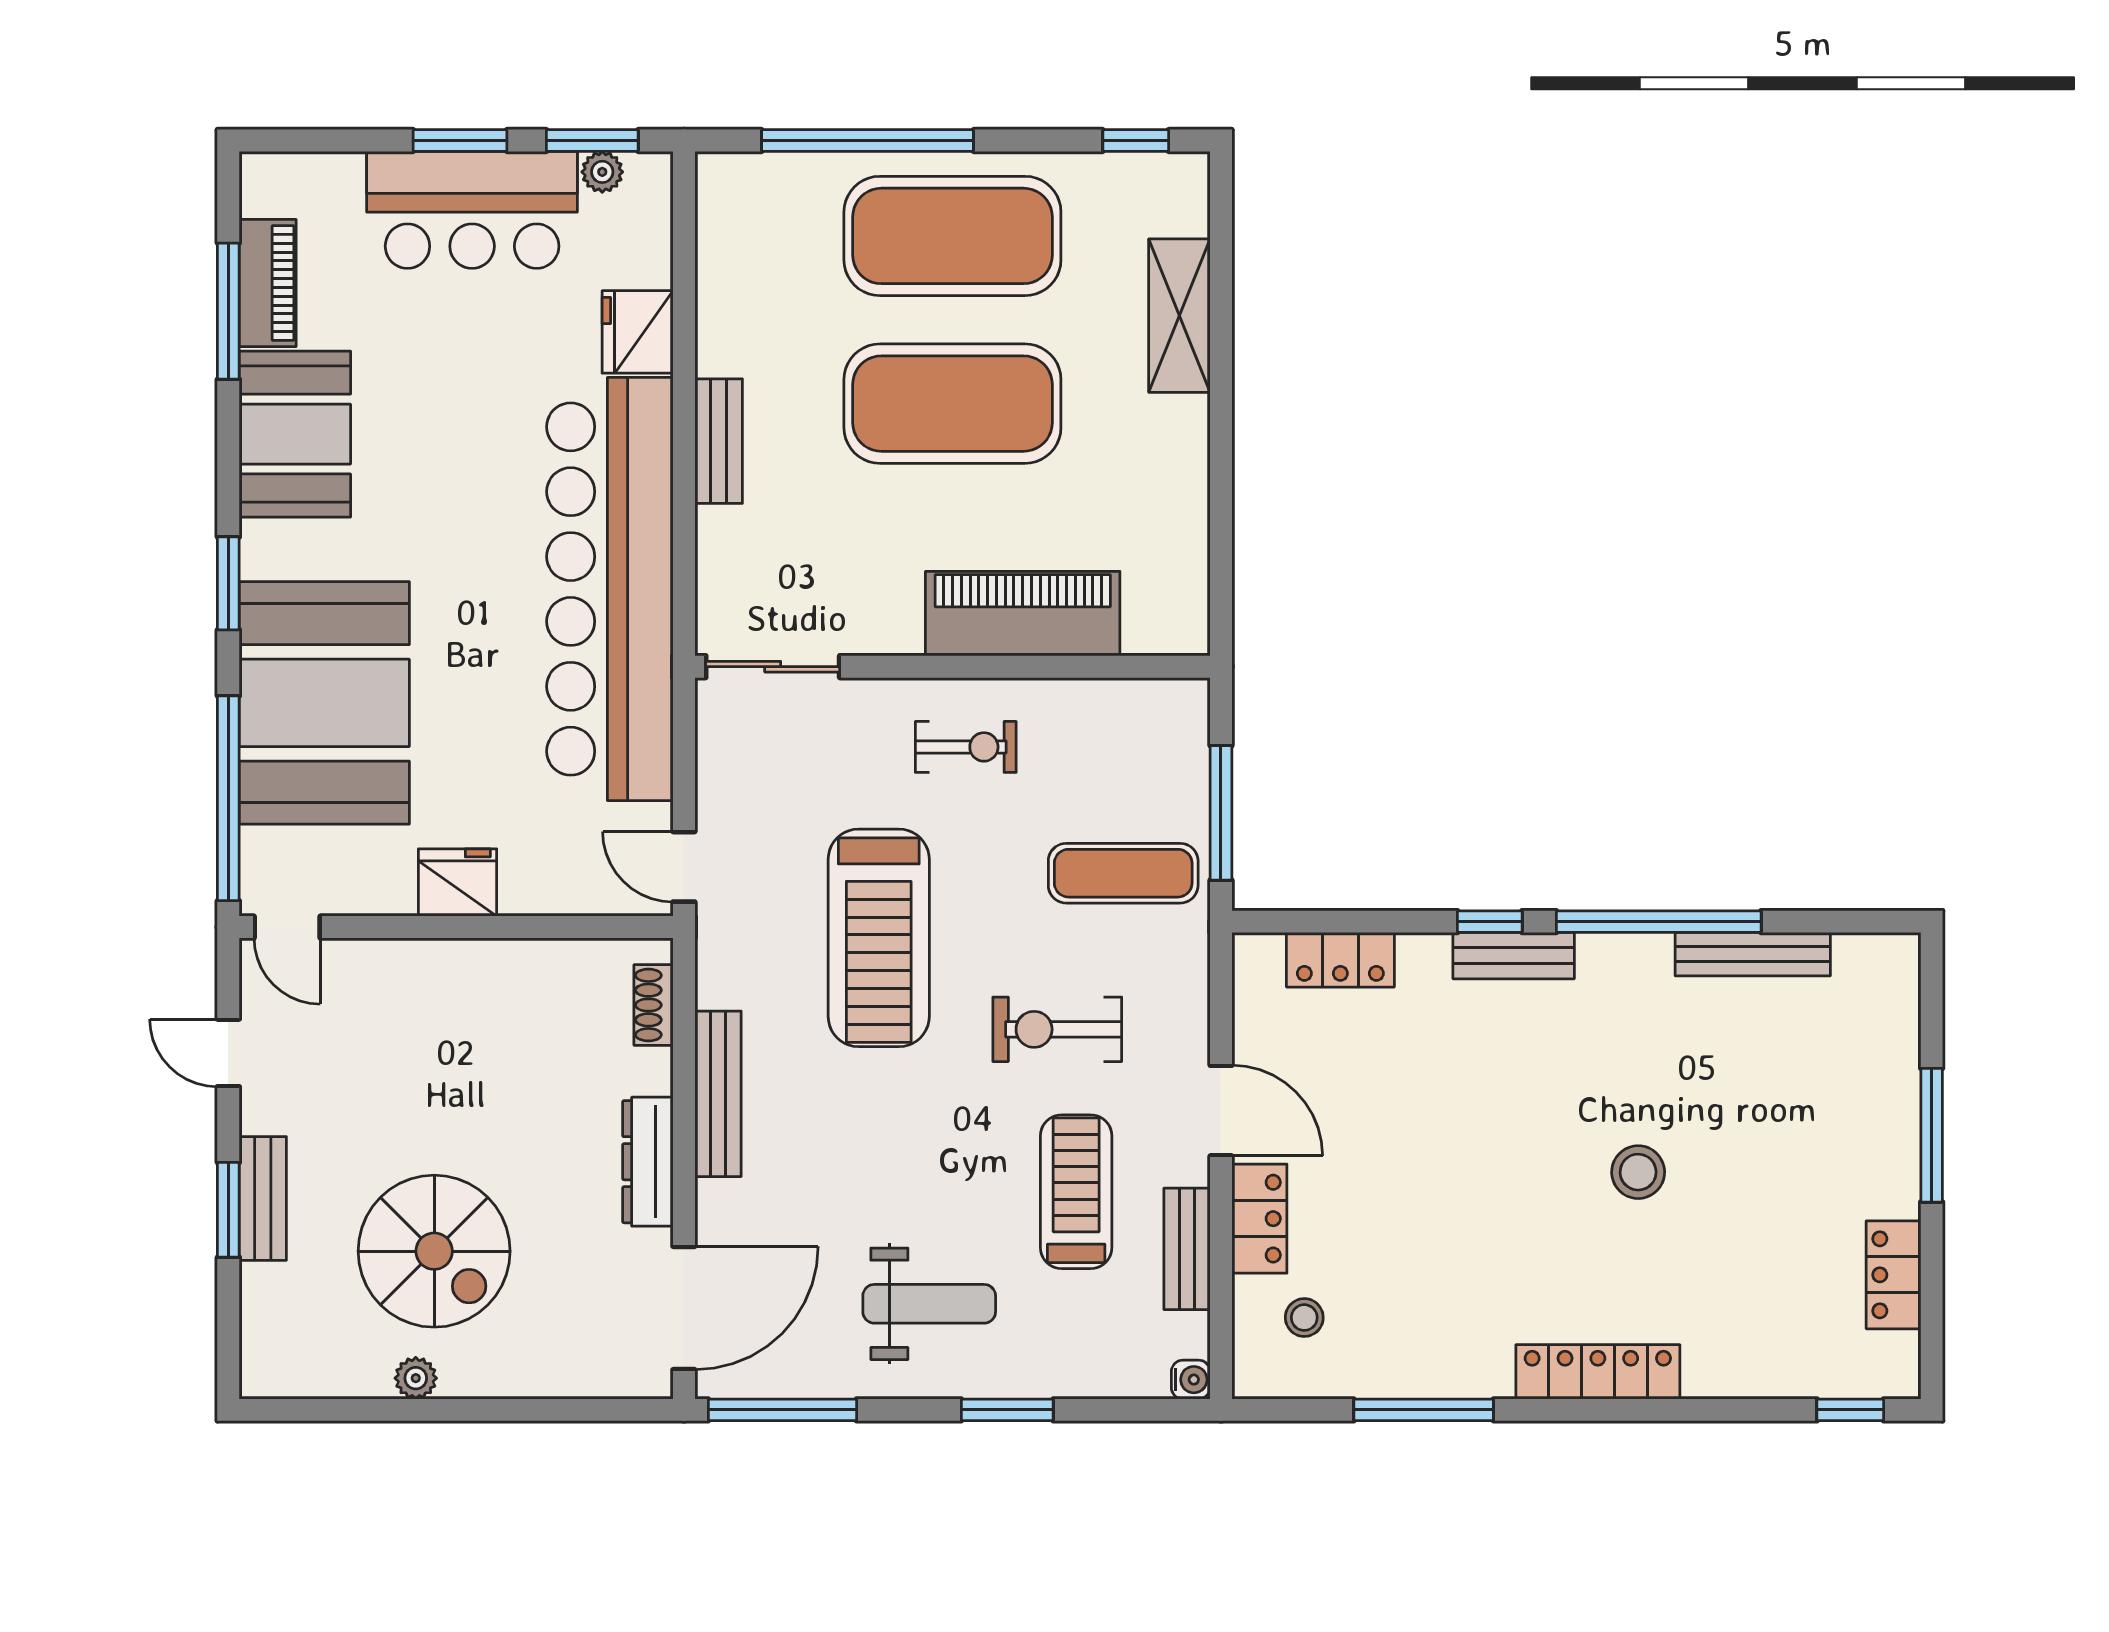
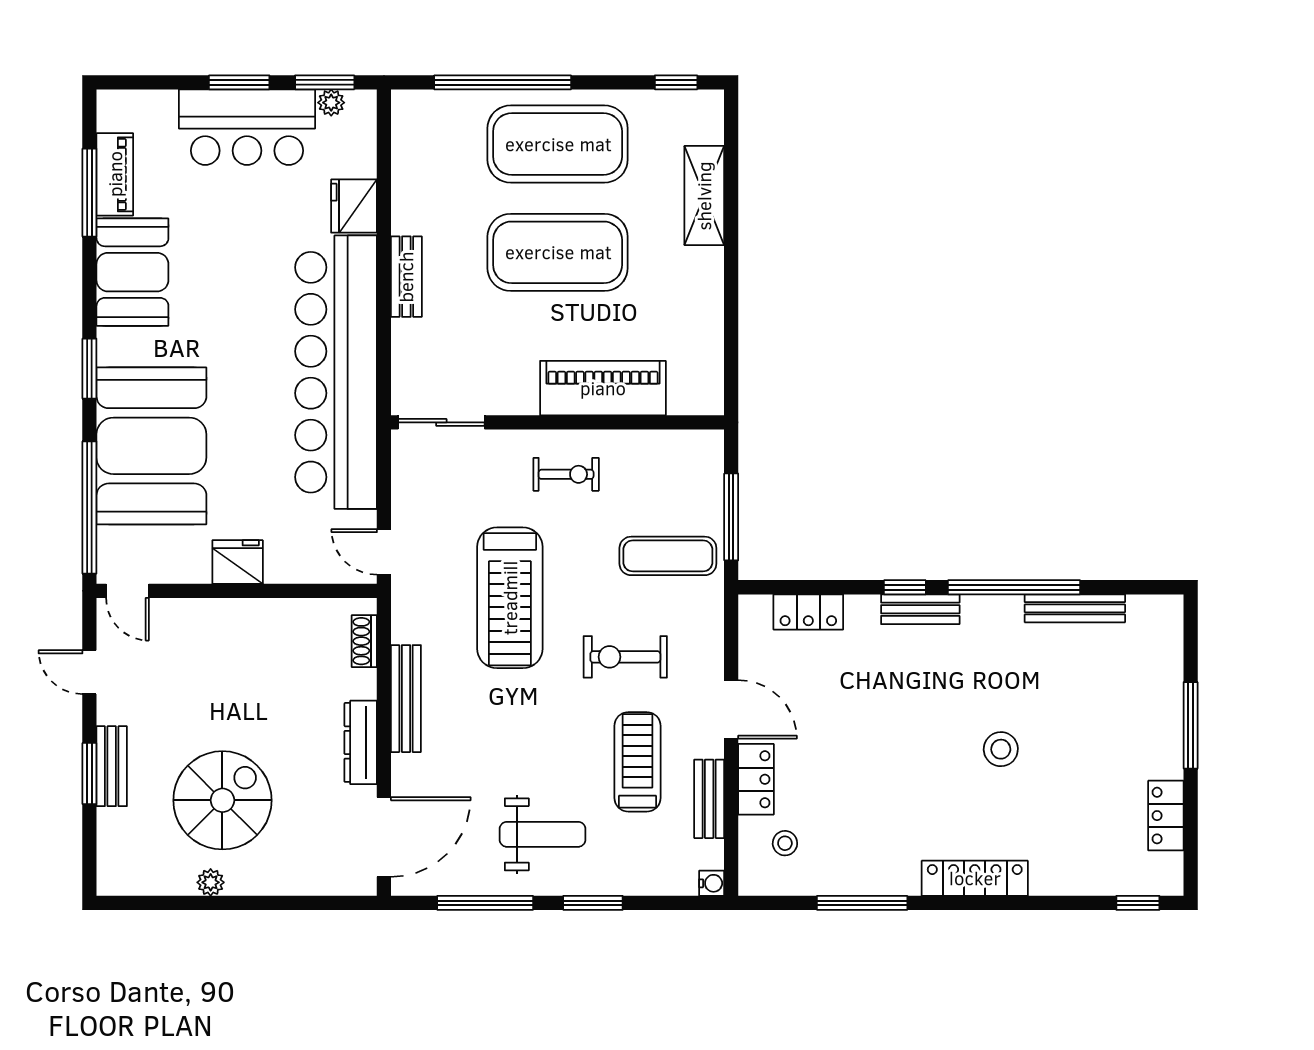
spiral stairs: (434, 1251) -> (222, 800), turned -90
window: (782, 1410) -> (485, 903), moved

